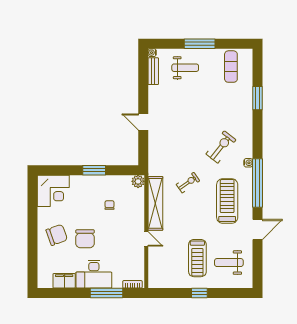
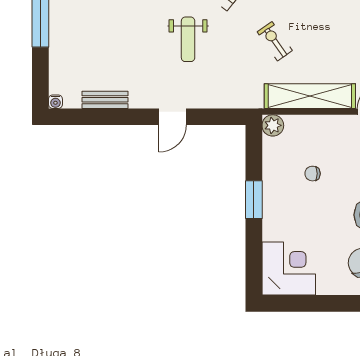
weight bench: (185, 68) -> (188, 39), moved, turned 180
bench: (153, 71) -> (105, 100), moved

